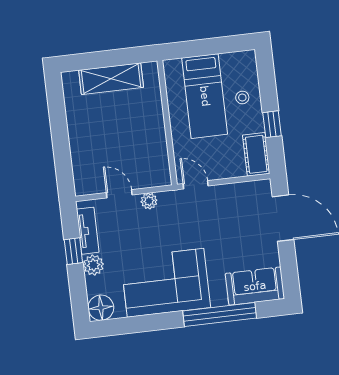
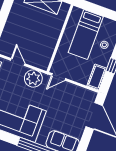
door: (196, 185) -> (59, 77), swing flipped
plant: (149, 201) -> (33, 78), width x1.87, depth x1.87

